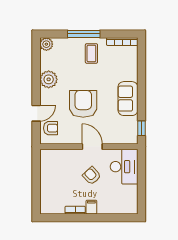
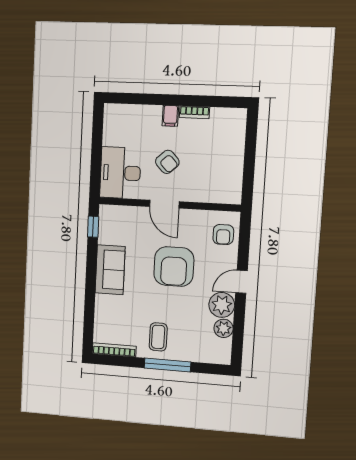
plant: (46, 44) -> (224, 328), moved
door: (36, 113) -> (241, 282), moved
armchair: (51, 128) -> (223, 234), turned -90

